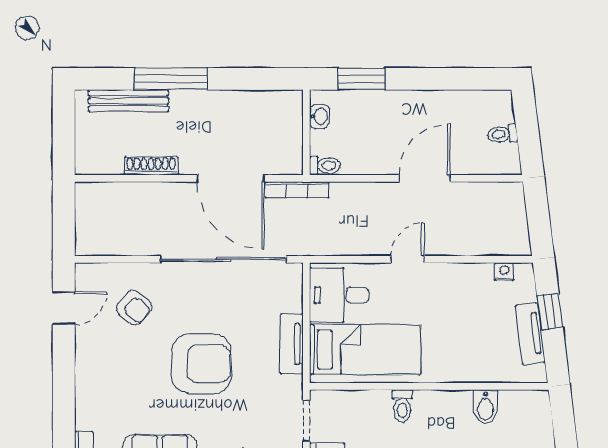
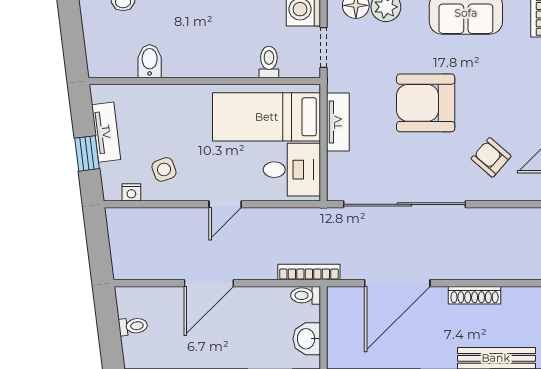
washbasin: (319, 116) -> (307, 339), width x1.38, depth x1.45
door: (231, 178) -> (397, 283), swing flipped
bookcase: (297, 190) -> (309, 272), moved
side table: (471, 295) -> (164, 169), added
toilet: (402, 406) -> (269, 62), moved

